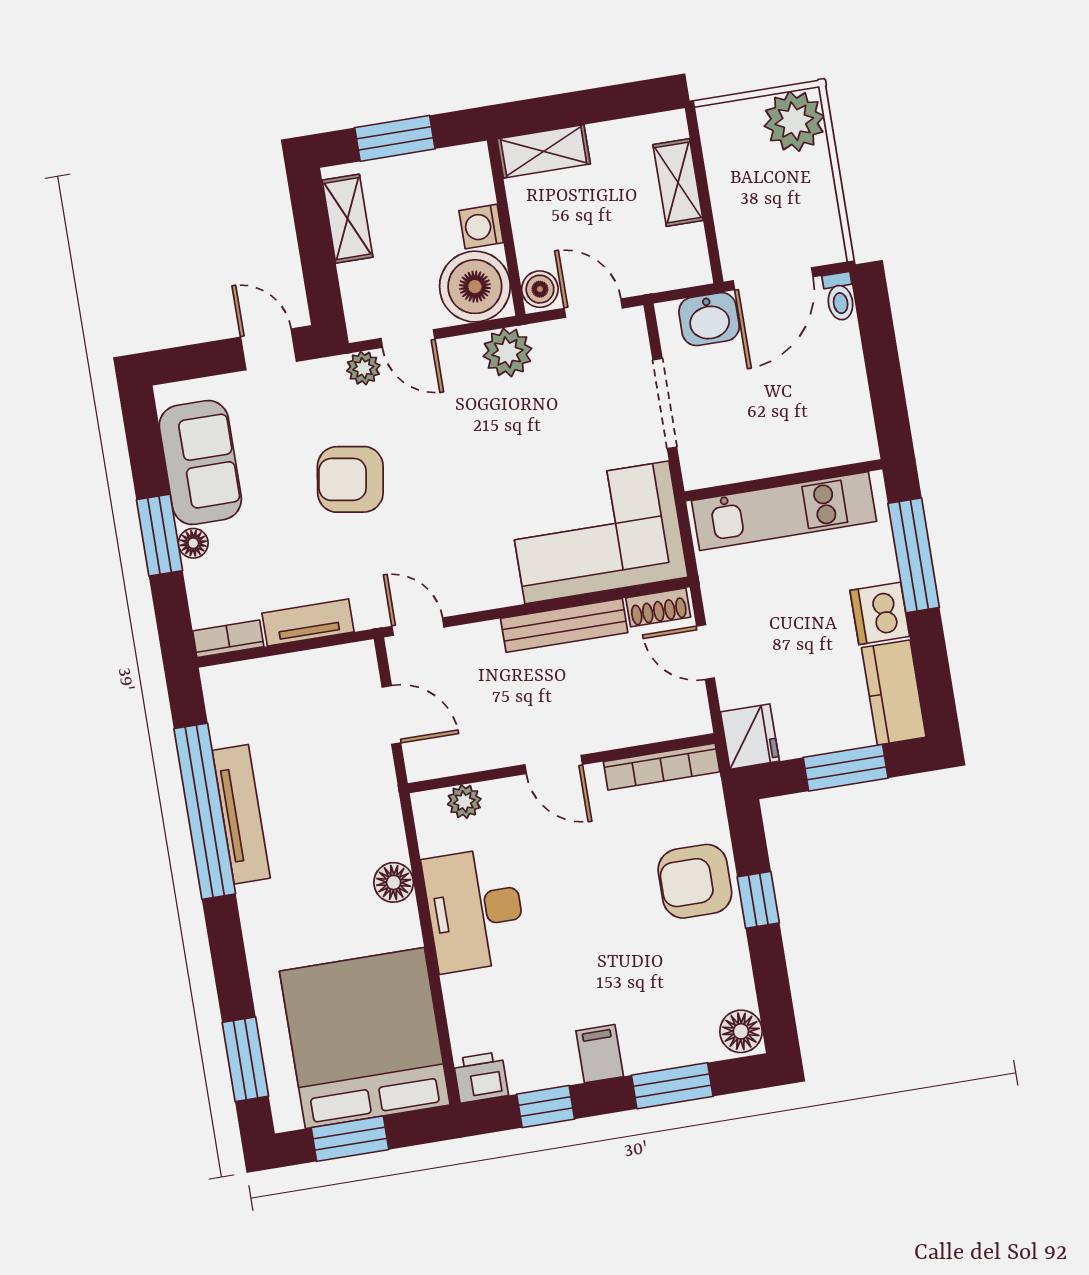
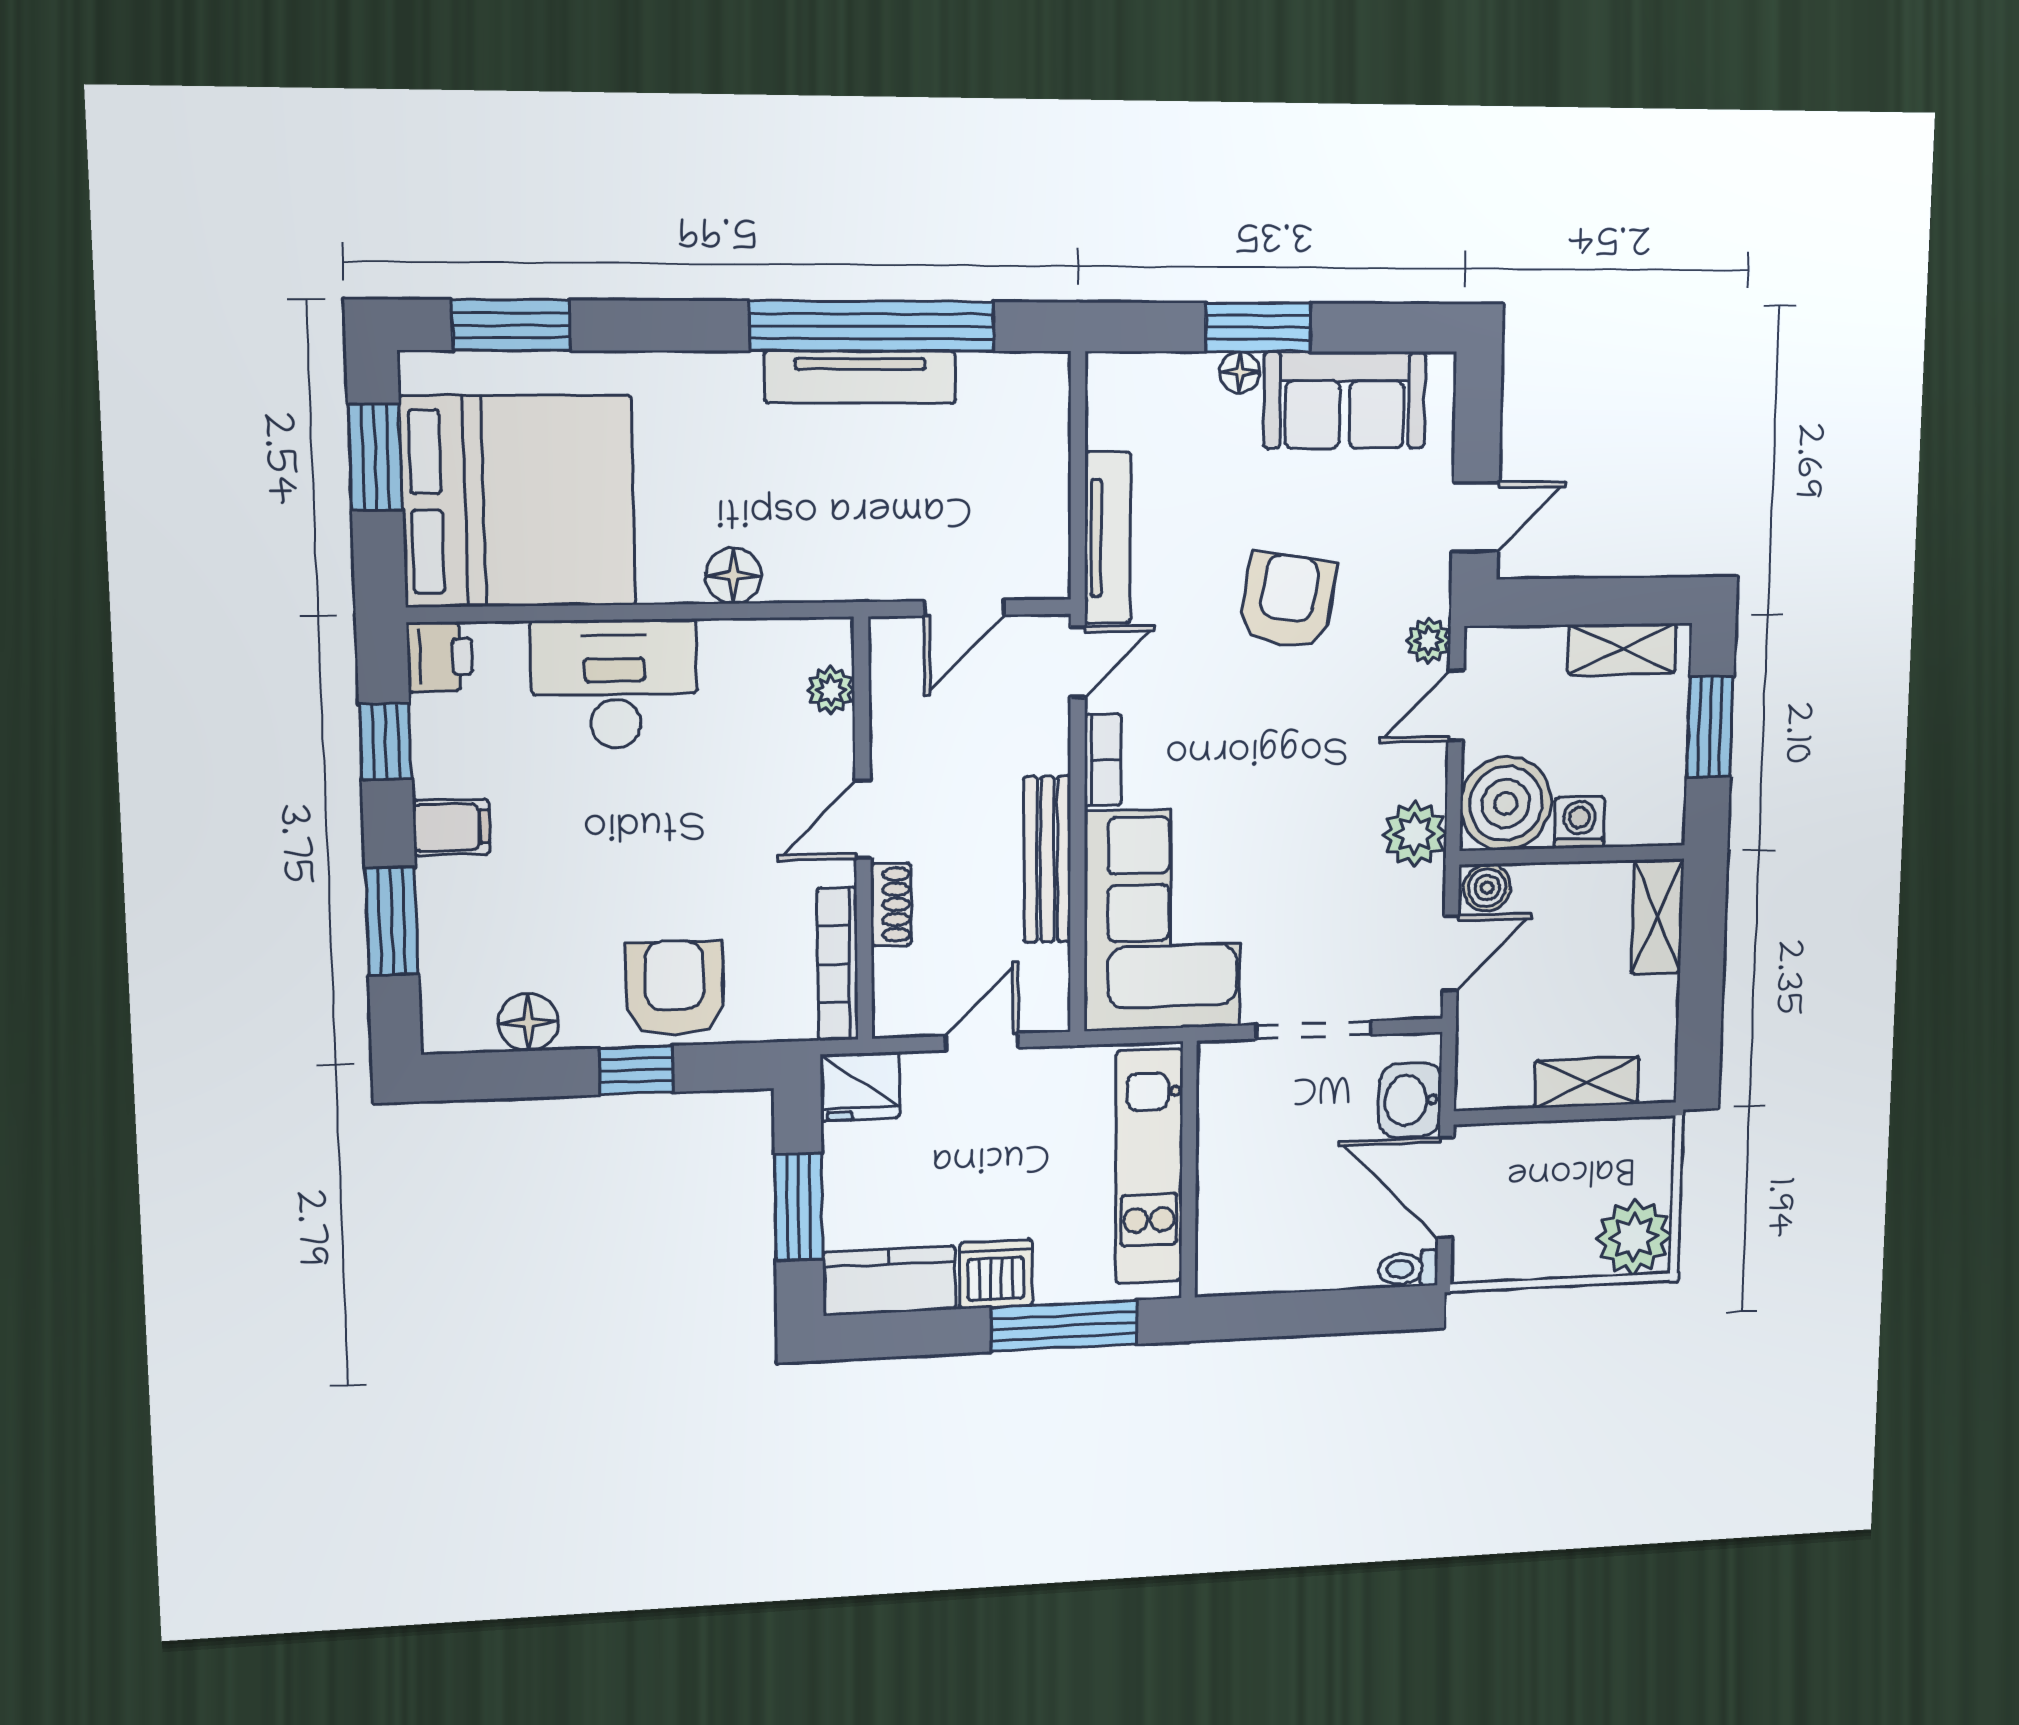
shoe rack: (658, 607) -> (891, 905), moved, turned 180
tv unit: (308, 622) -> (1108, 538), width x1.41
bookcase: (228, 639) -> (1103, 760), moved
desk: (475, 910) -> (615, 684), moved
floor lamp: (741, 1031) -> (528, 1022), moved

